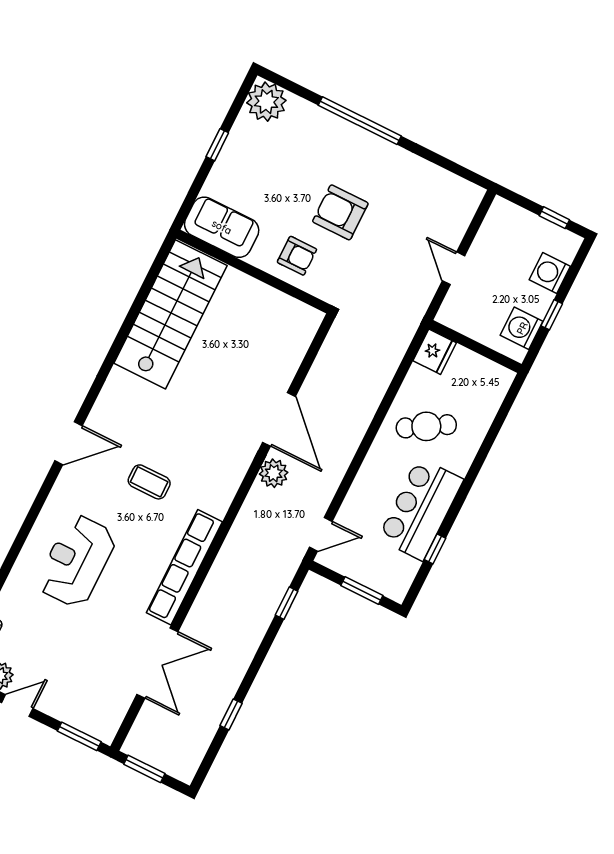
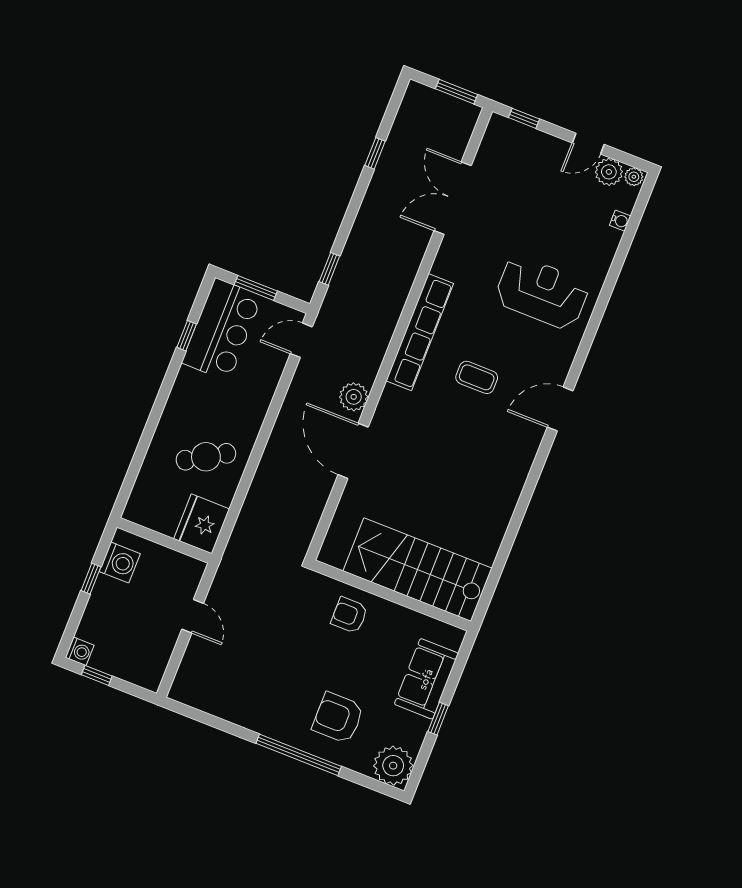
armchair: (340, 212) -> (338, 718), moved, turned 180
sofa: (222, 227) -> (426, 679), moved, turned 90
washing machine: (550, 273) -> (80, 651), moved, width x0.73, depth x0.73
stairs: (170, 314) -> (417, 570), moved, turned 90
fridge: (435, 352) -> (202, 524), width x1.36, depth x1.34
bar counter: (421, 509) -> (222, 329), moved
reception desk: (77, 561) -> (542, 292), turned -90
row of seats: (184, 567) -> (420, 332), moved
window: (79, 736) -> (524, 118), width x0.67

